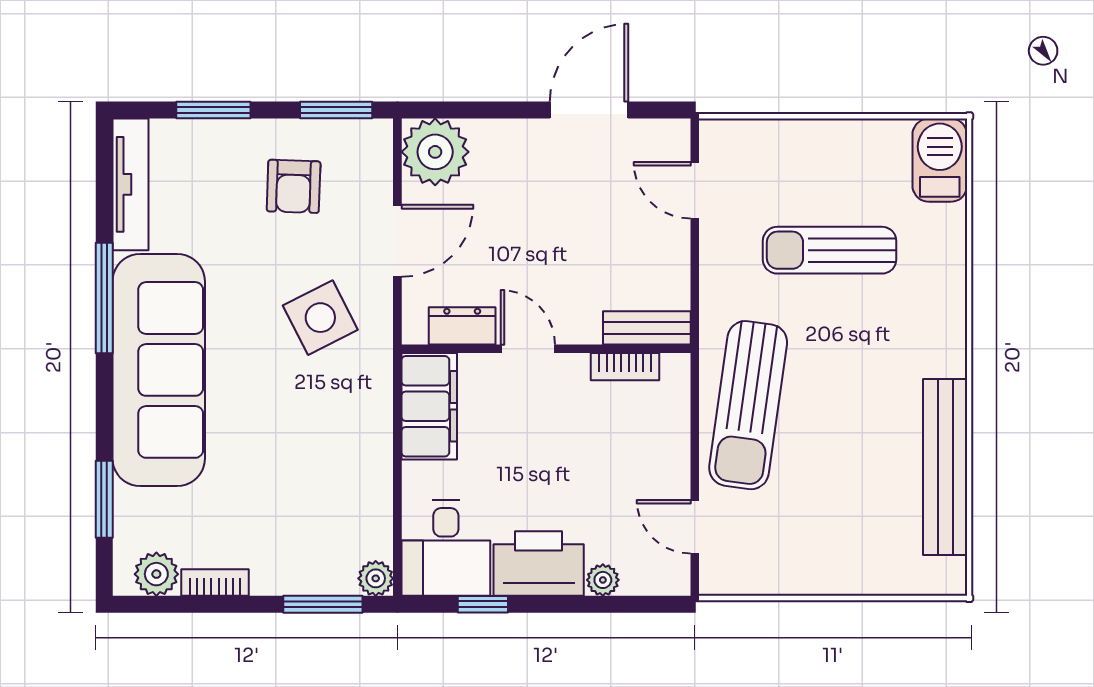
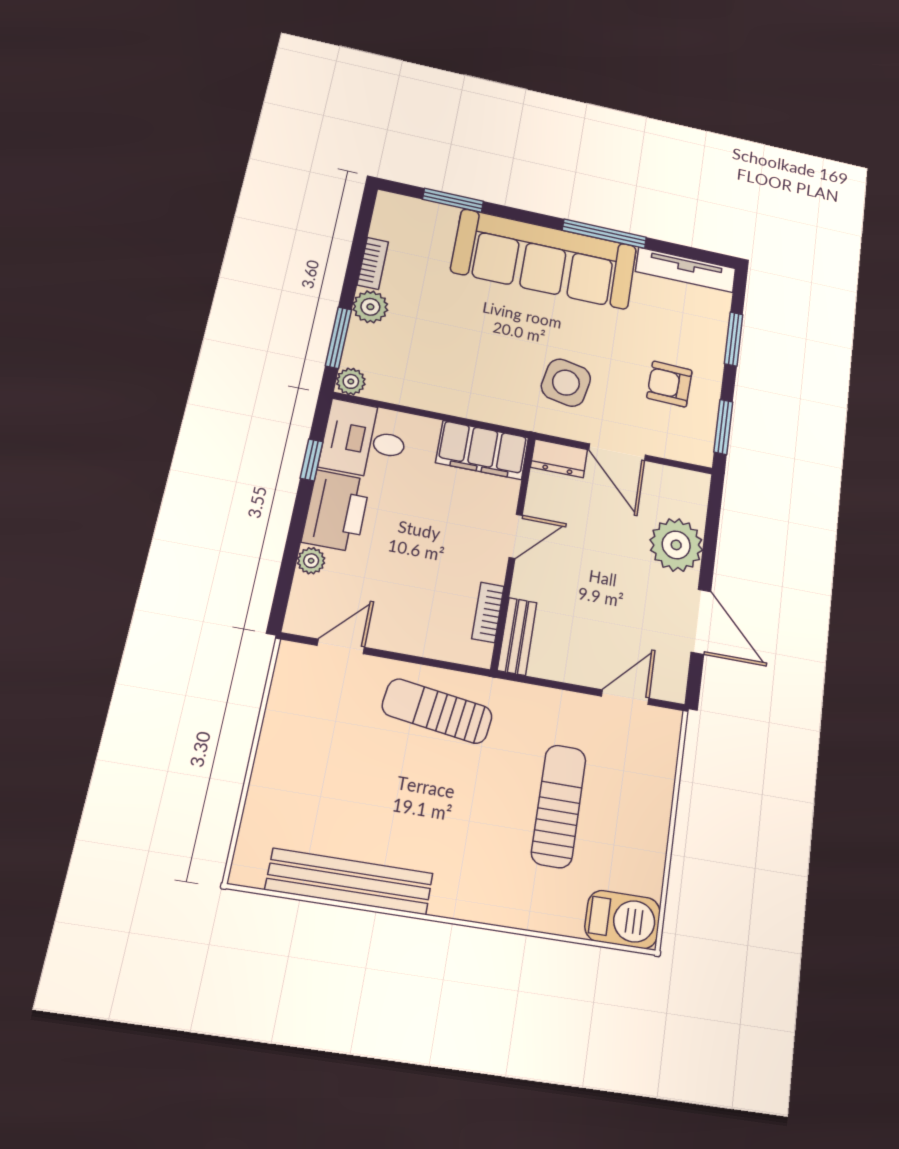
plant: (435, 152) -> (676, 545), moved
side table: (320, 318) -> (566, 383), turned 38
dresser: (462, 326) -> (559, 458), moved, turned 90
sun lounger: (748, 405) -> (437, 711), width x0.73, depth x0.75
plant: (156, 574) -> (370, 307), moved

